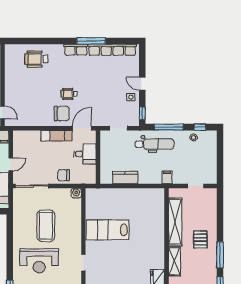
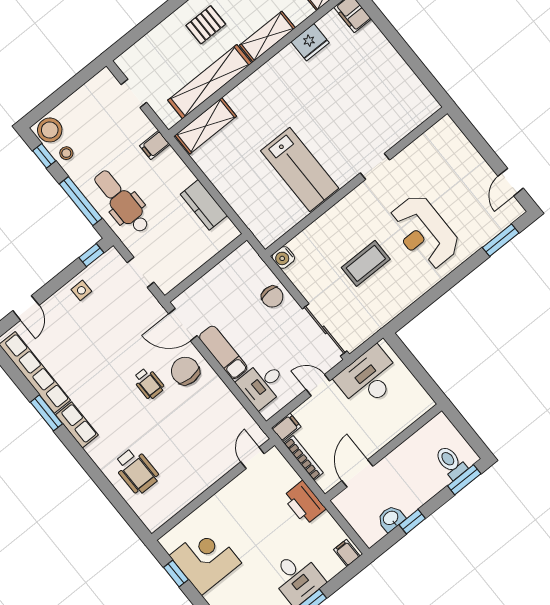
window: (91, 41) -> (46, 413), width x0.69
door: (142, 84) -> (26, 308), moved
stool: (209, 138) -> (50, 130), added
desk: (85, 154) -> (262, 384), moved, turned -90
shelving: (158, 205) -> (206, 126), added
coffee table: (46, 226) -> (366, 263), width x0.73, depth x0.76
reception desk: (39, 261) -> (424, 232), turned 180

